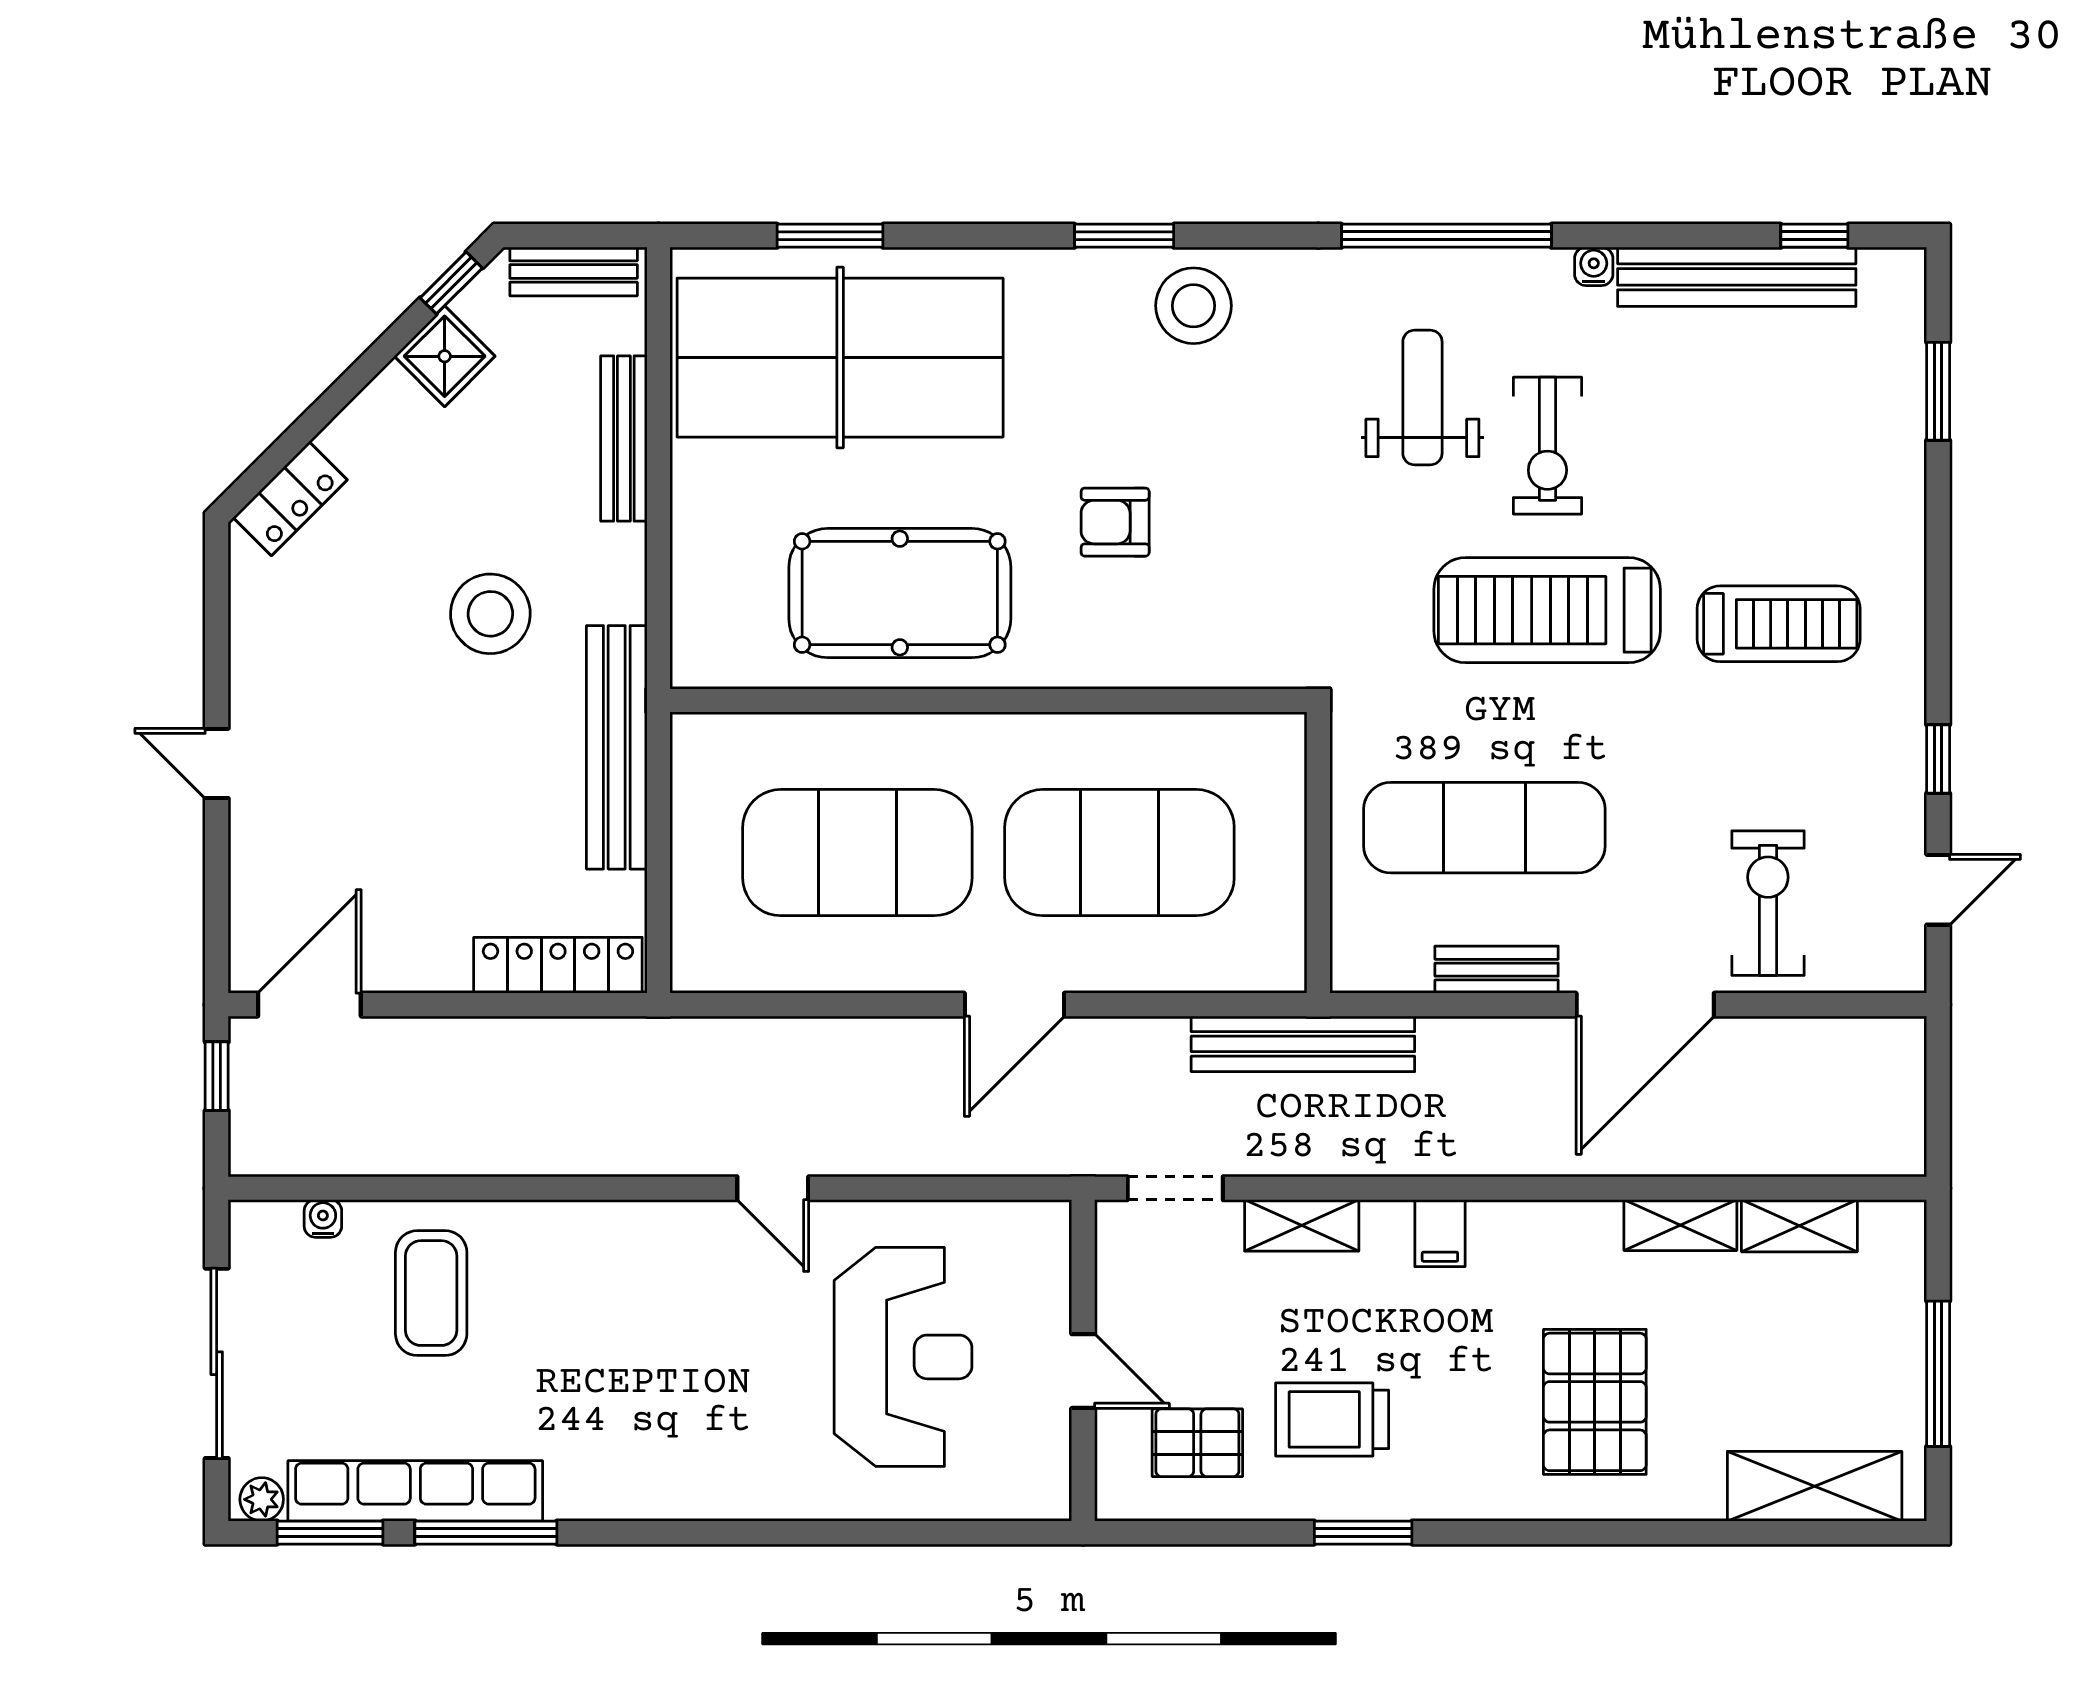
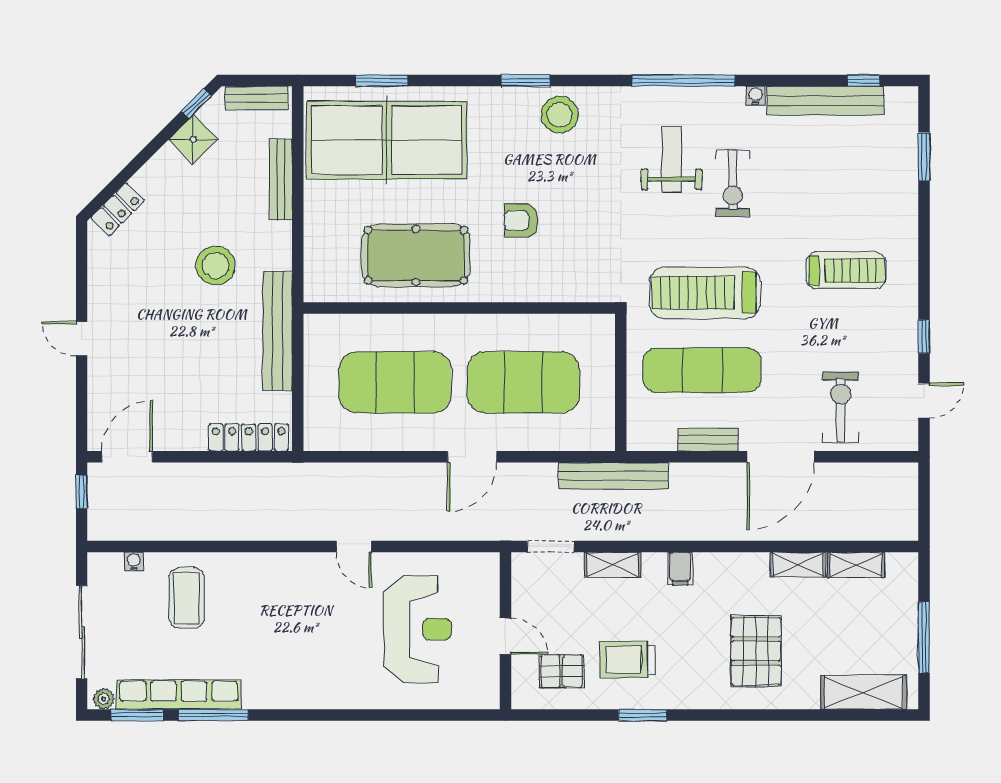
treadmill: (1547, 610) -> (705, 293), moved

